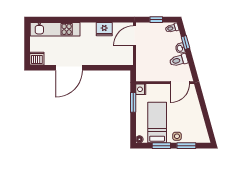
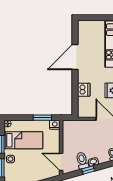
window: (186, 43) -> (88, 170), moved
dishwasher: (37, 59) -> (84, 90), moved
door: (69, 68) -> (75, 57), hinge flipped

